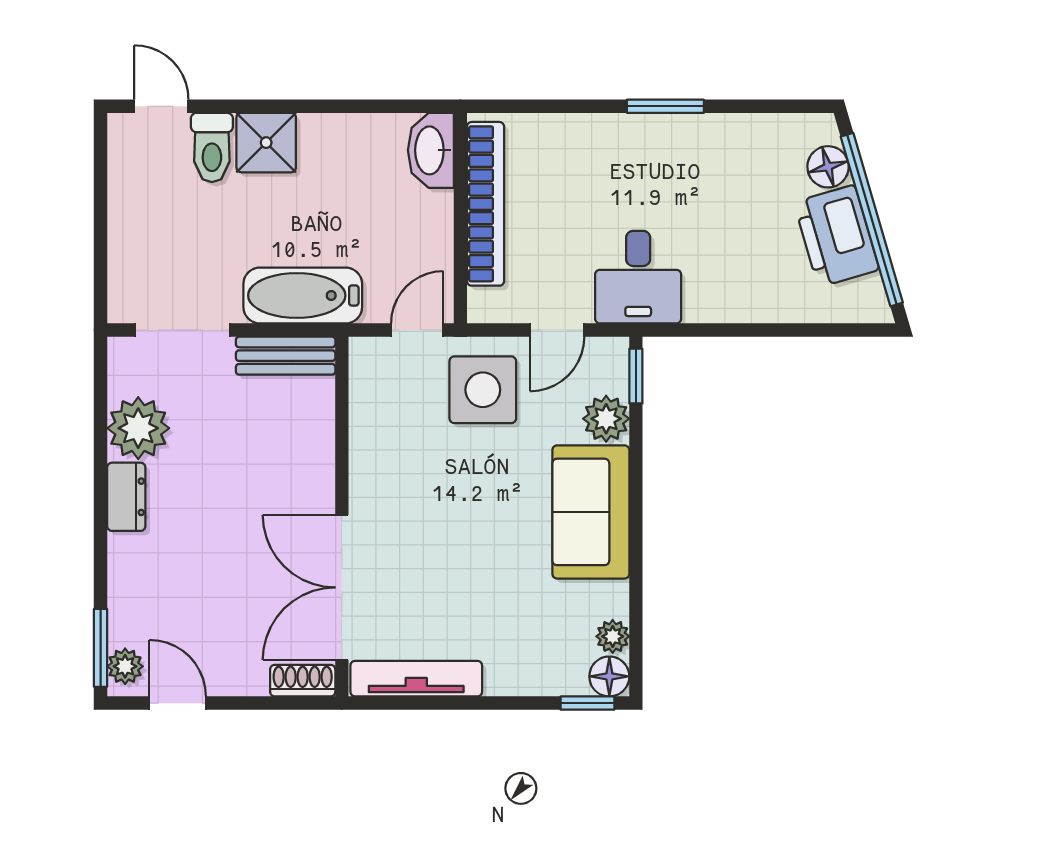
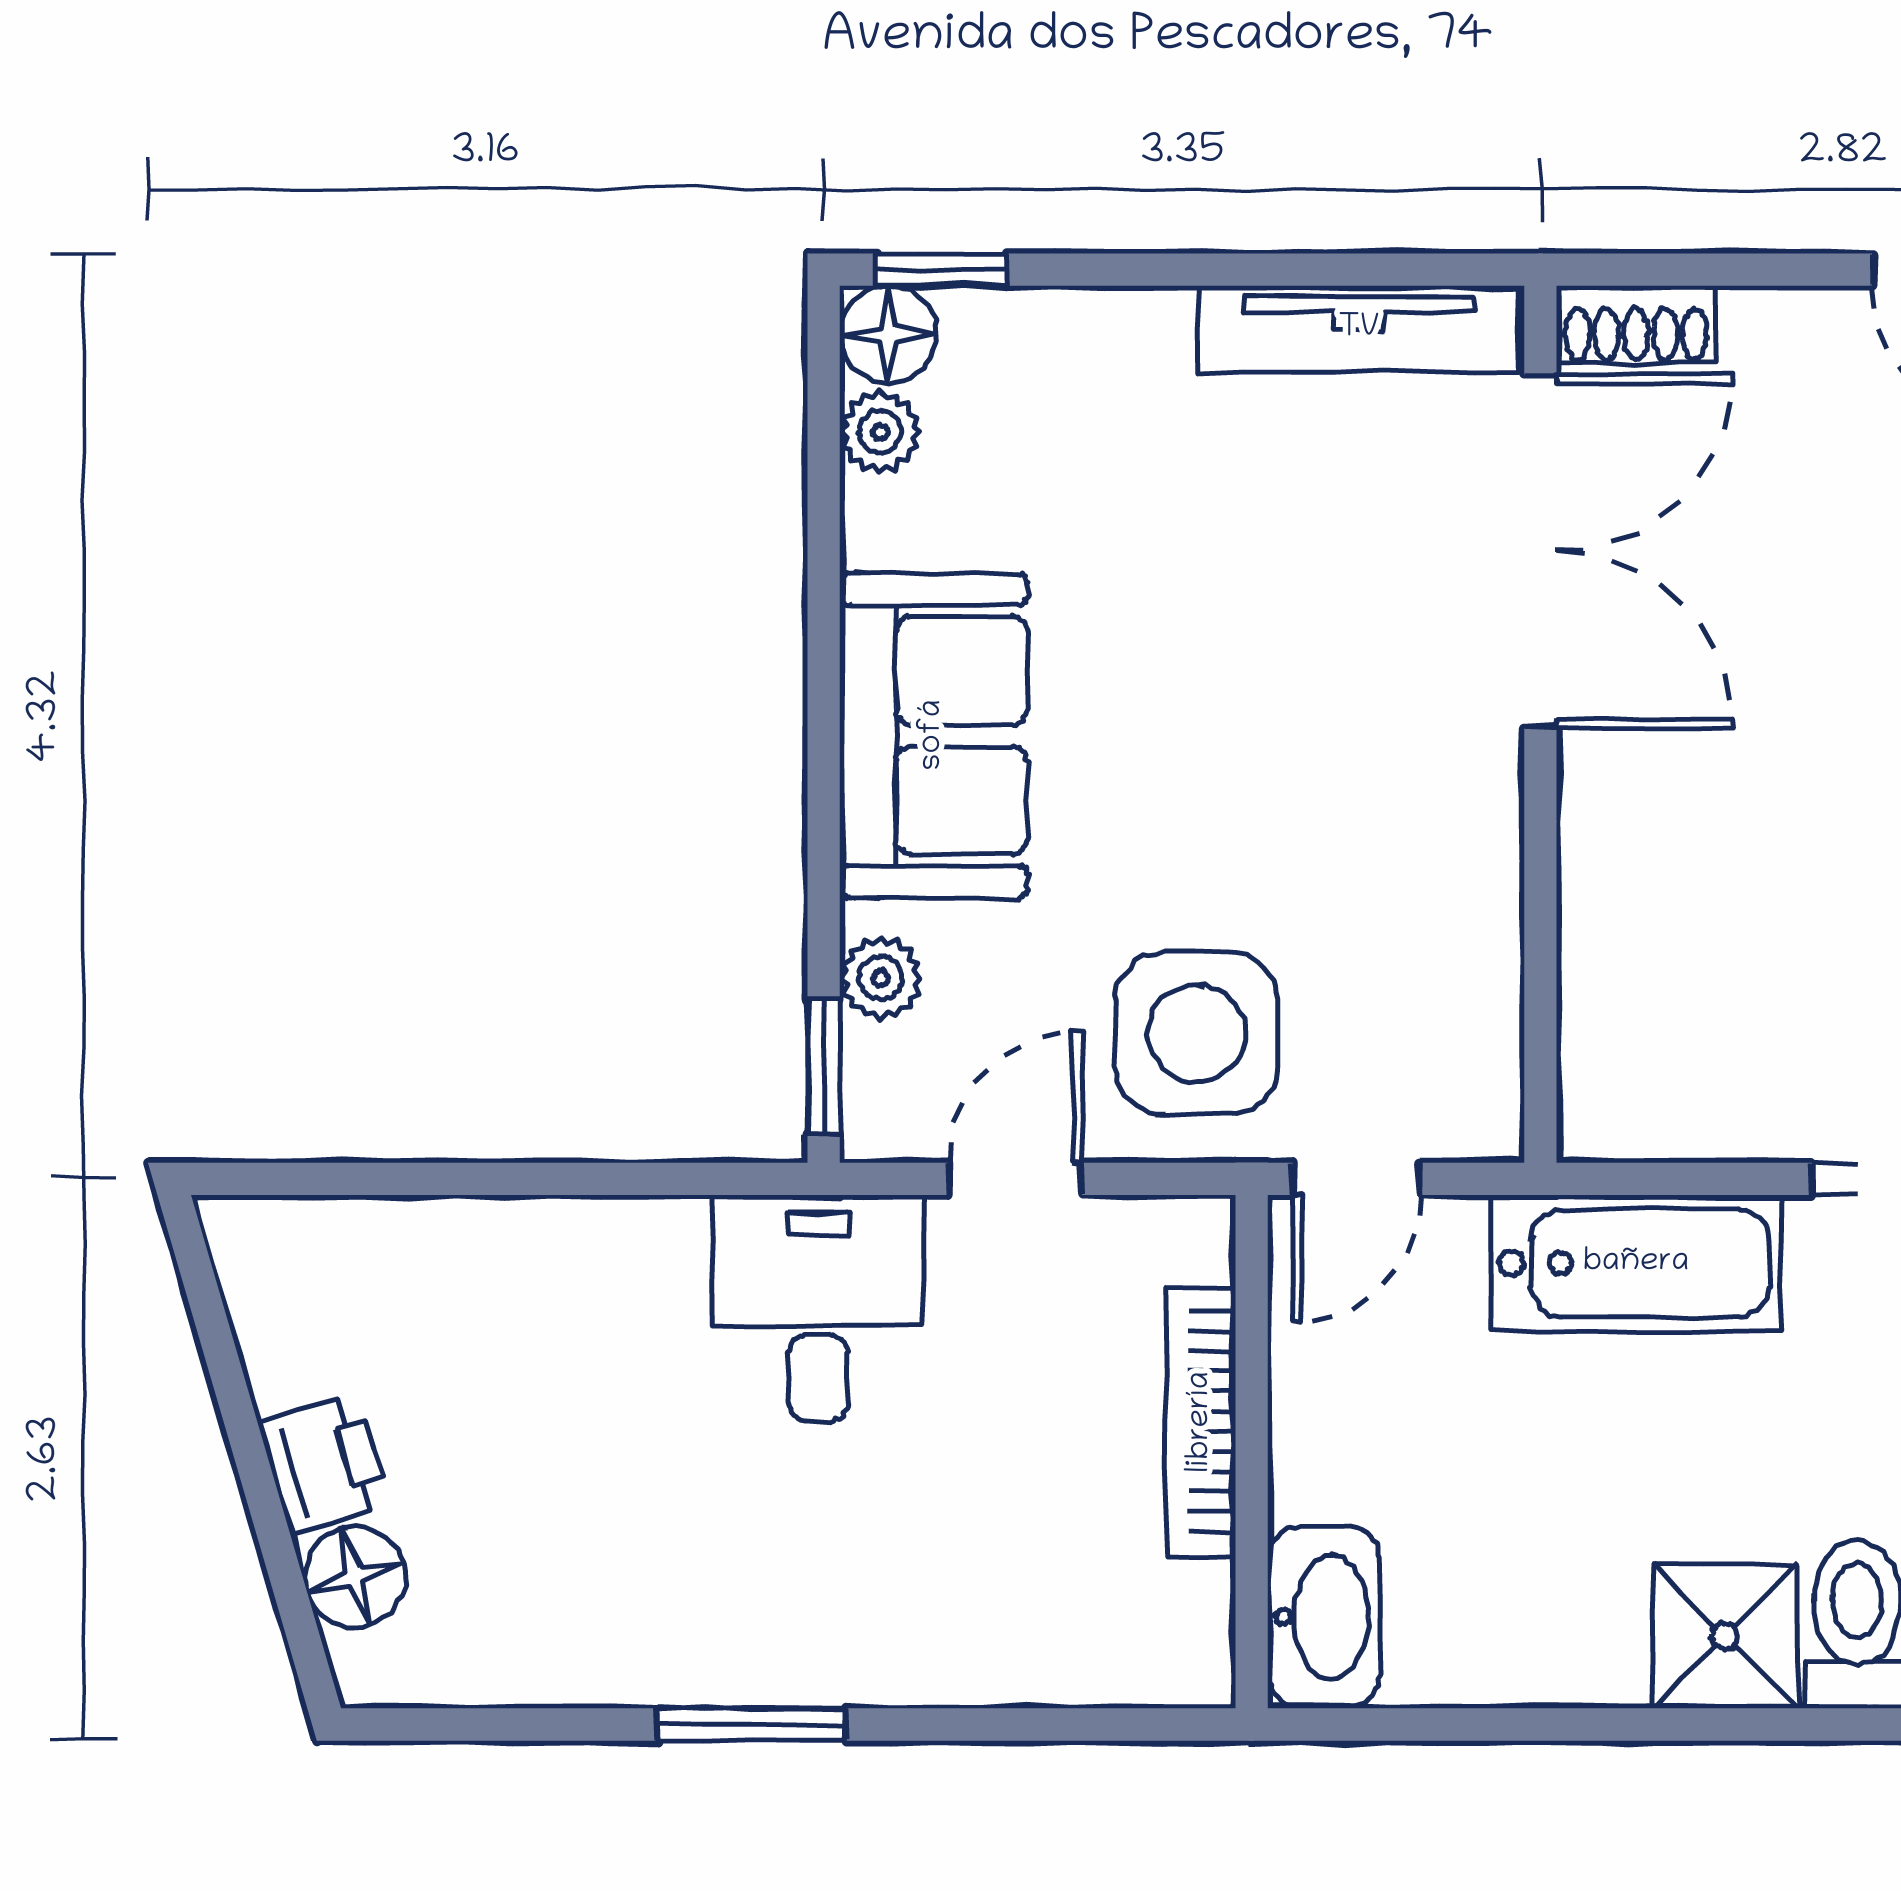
bookcase: (486, 204) -> (1201, 1422), width x0.68, depth x0.76
window: (872, 220) -> (248, 1448), removed
printer: (836, 236) -> (325, 1464), width x0.53, depth x0.68
bench: (286, 356) -> (1678, 1117), removed
plant: (606, 419) -> (881, 978), width x0.73, depth x0.73

